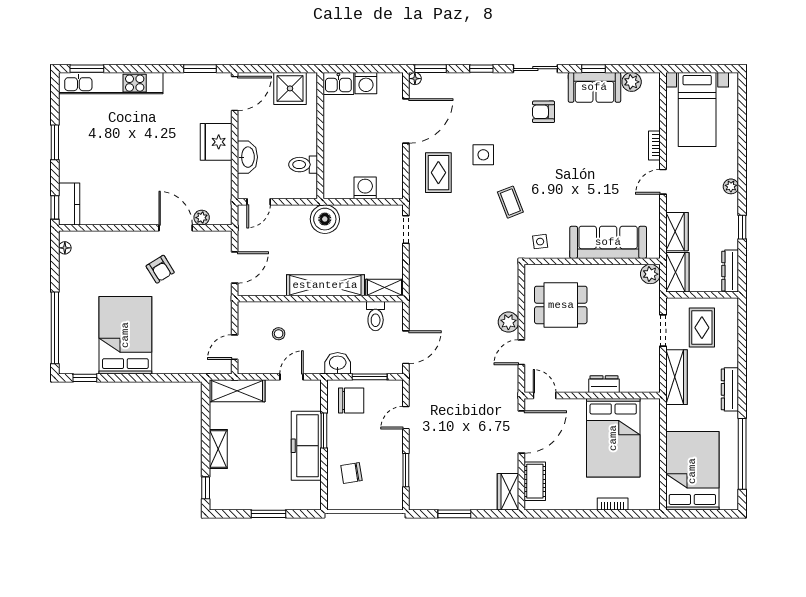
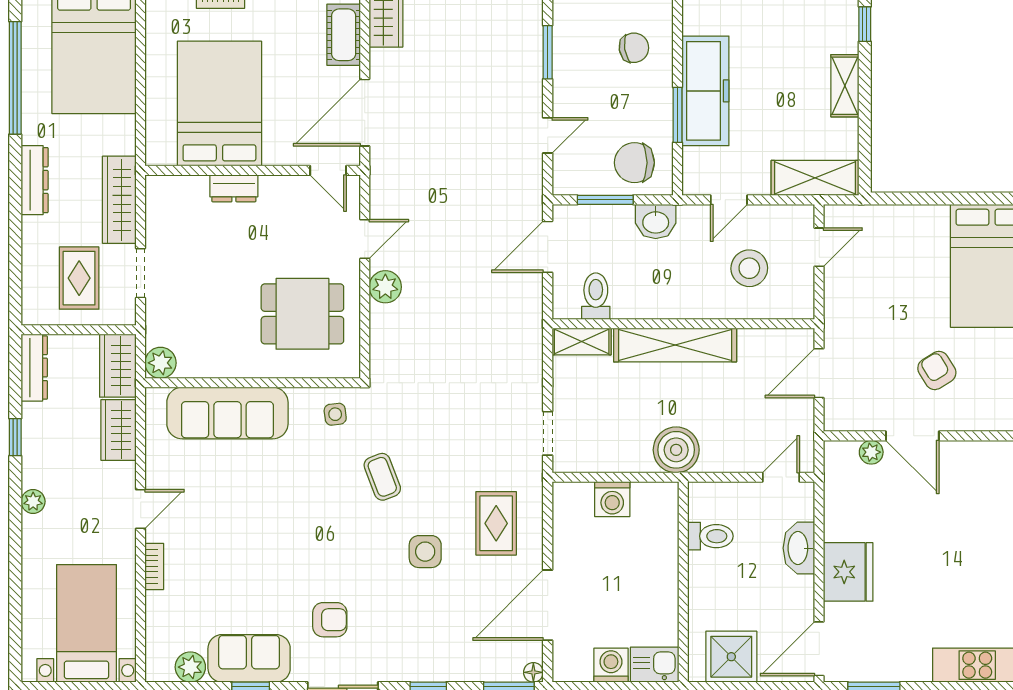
stool: (279, 334) -> (749, 268), width x1.89, depth x1.89

